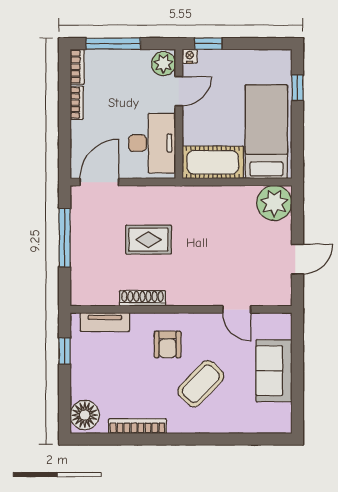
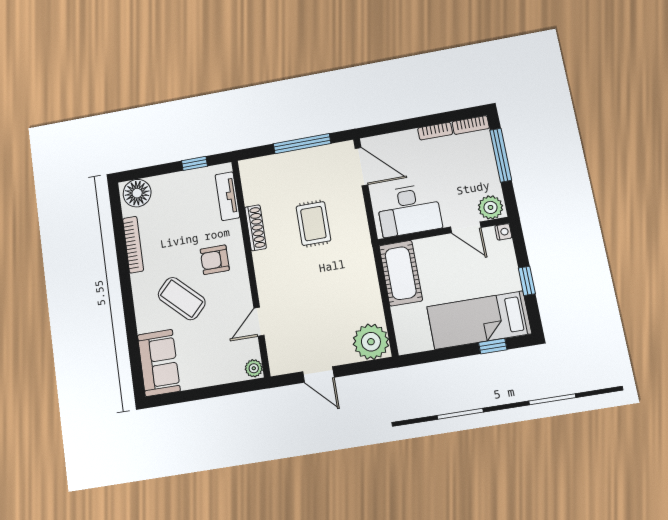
window: (208, 44) -> (527, 281), moved
bed: (266, 132) -> (479, 320), moved, turned 180
plant: (281, 321) -> (254, 368), added
sofa: (274, 371) -> (159, 363), moved, turned 90

